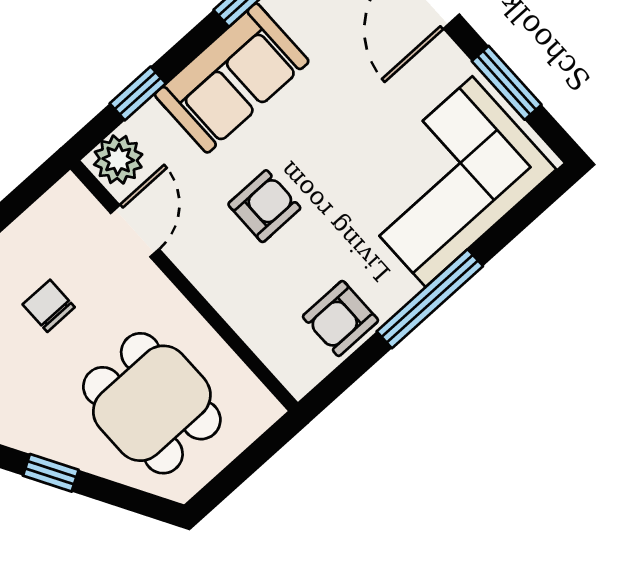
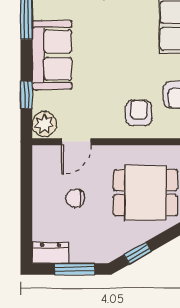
armchair: (264, 206) -> (139, 113), moved
door: (135, 231) -> (76, 142), swing flipped

